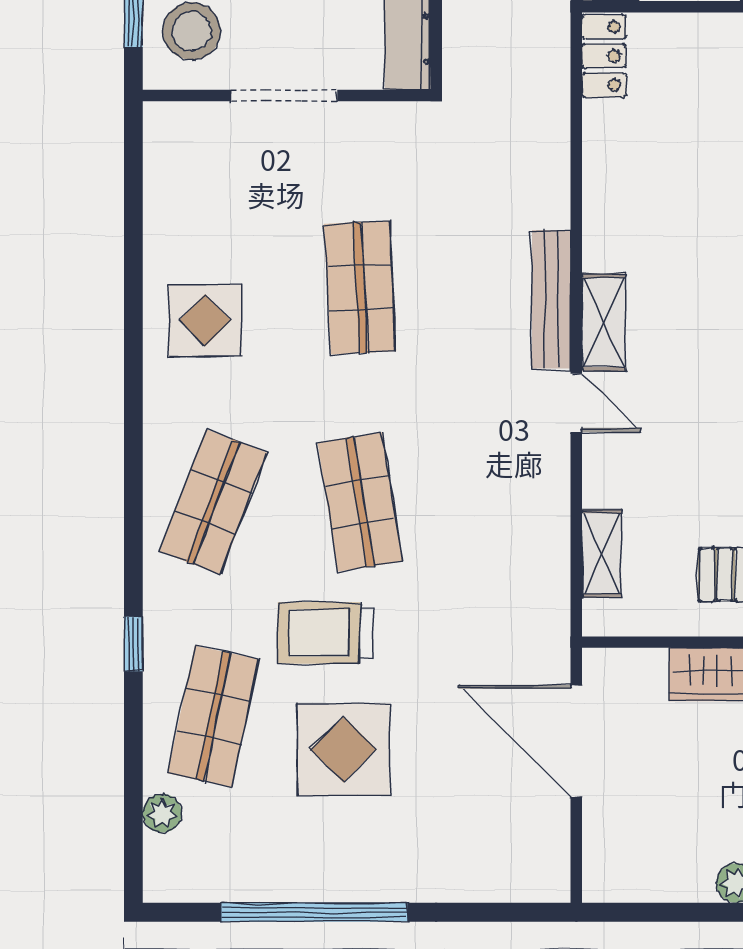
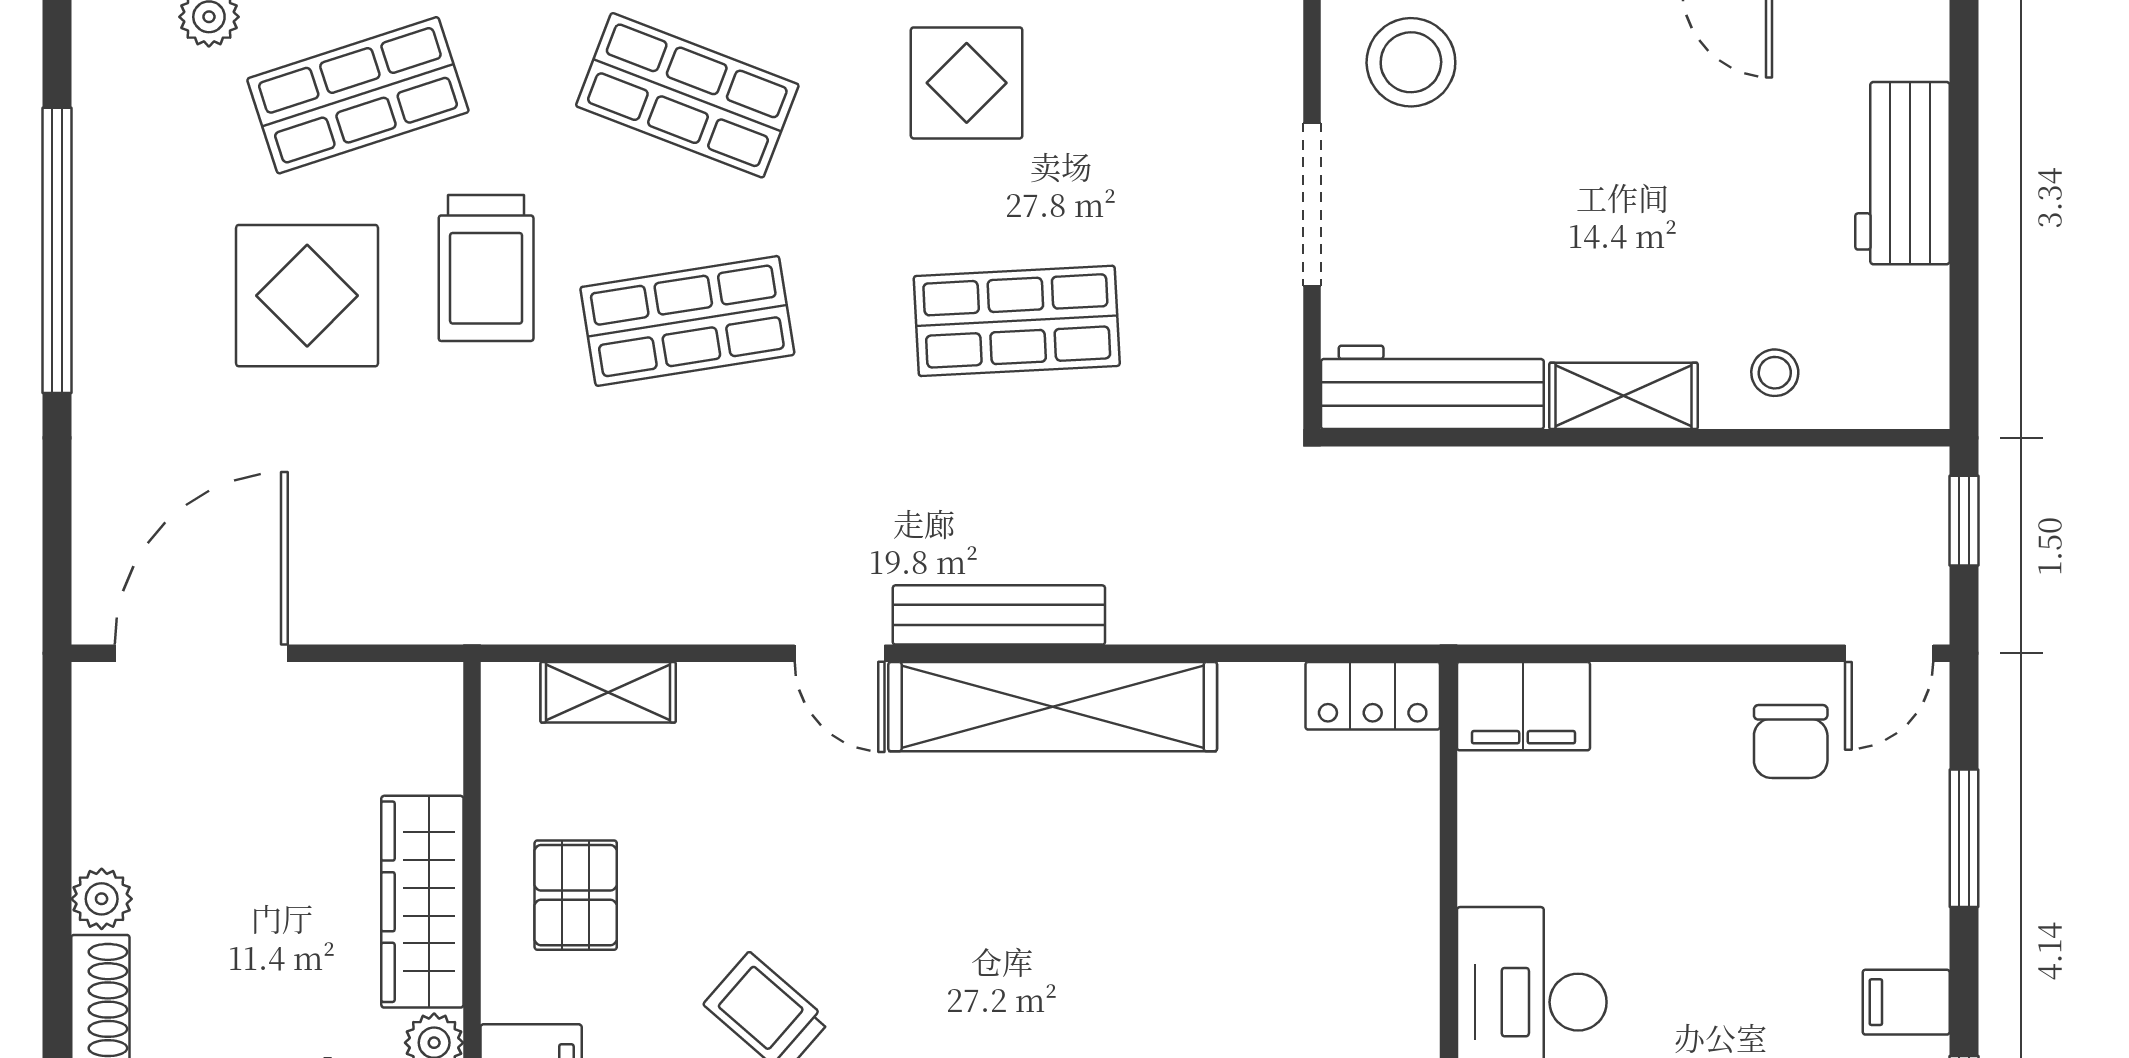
shelving: (604, 322) -> (1053, 707), width x2.20, depth x1.33
door: (576, 403) -> (840, 653), hinge flipped
trolley: (326, 633) -> (486, 268), turned 180
shop shelf: (213, 716) -> (358, 95), turned -30
door: (576, 741) -> (201, 653), moved

